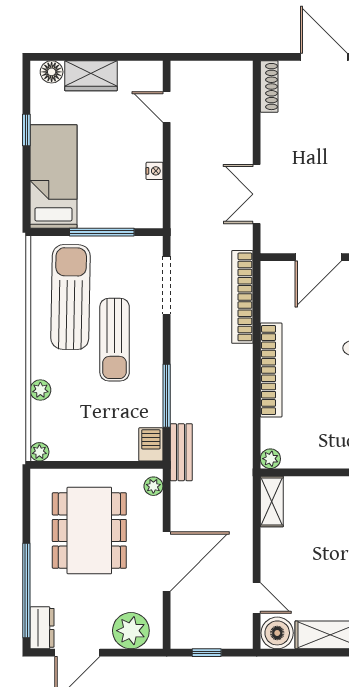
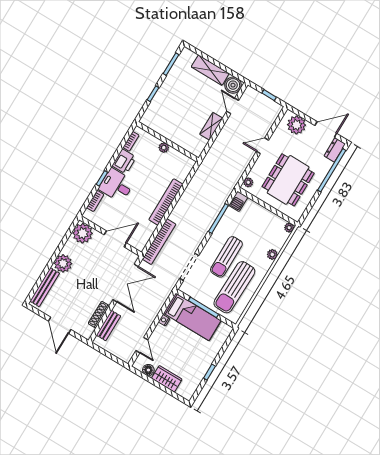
floor lamp: (52, 72) -> (148, 370), moved
shoe rack: (269, 87) -> (99, 315), moved
bed: (53, 176) -> (192, 317), moved, turned -90
double door: (257, 194) -> (125, 283), width x1.37
sun lounger: (115, 340) -> (226, 257), turned 180
bench: (181, 452) -> (108, 326), moved
plant: (270, 459) -> (164, 148), moved
shelving: (272, 502) -> (211, 126), moved
door: (167, 562) -> (263, 146), width x0.53

